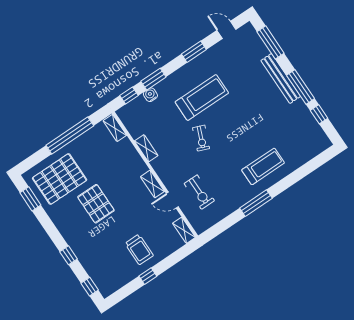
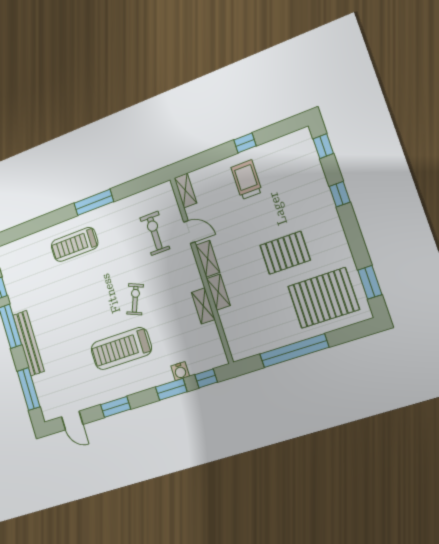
shelving: (115, 128) -> (218, 292), moved
pallet: (96, 204) -> (285, 253), turned 90

